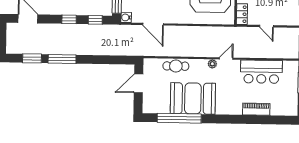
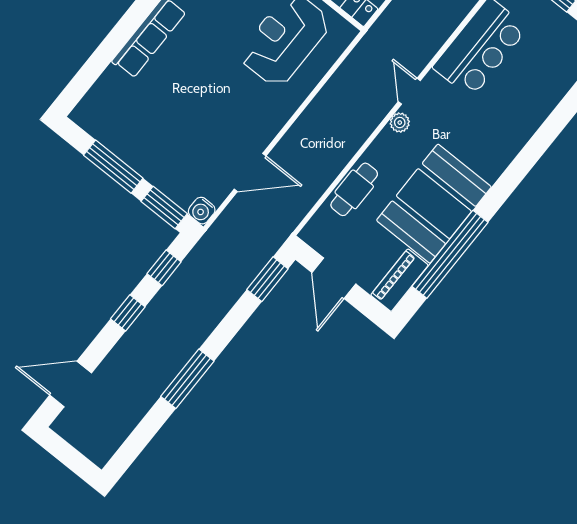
window: (32, 58) -> (267, 279), moved
piano: (256, 109) -> (400, 280), moved

